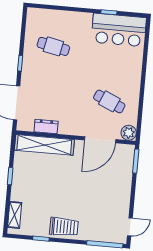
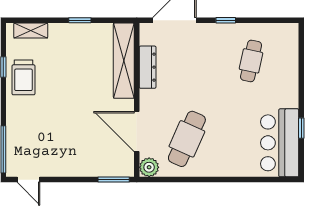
cafe table: (109, 101) -> (187, 139), width x1.37, depth x1.35
dresser: (46, 126) -> (148, 67), width x1.44
trolley: (64, 227) -> (23, 77), moved

